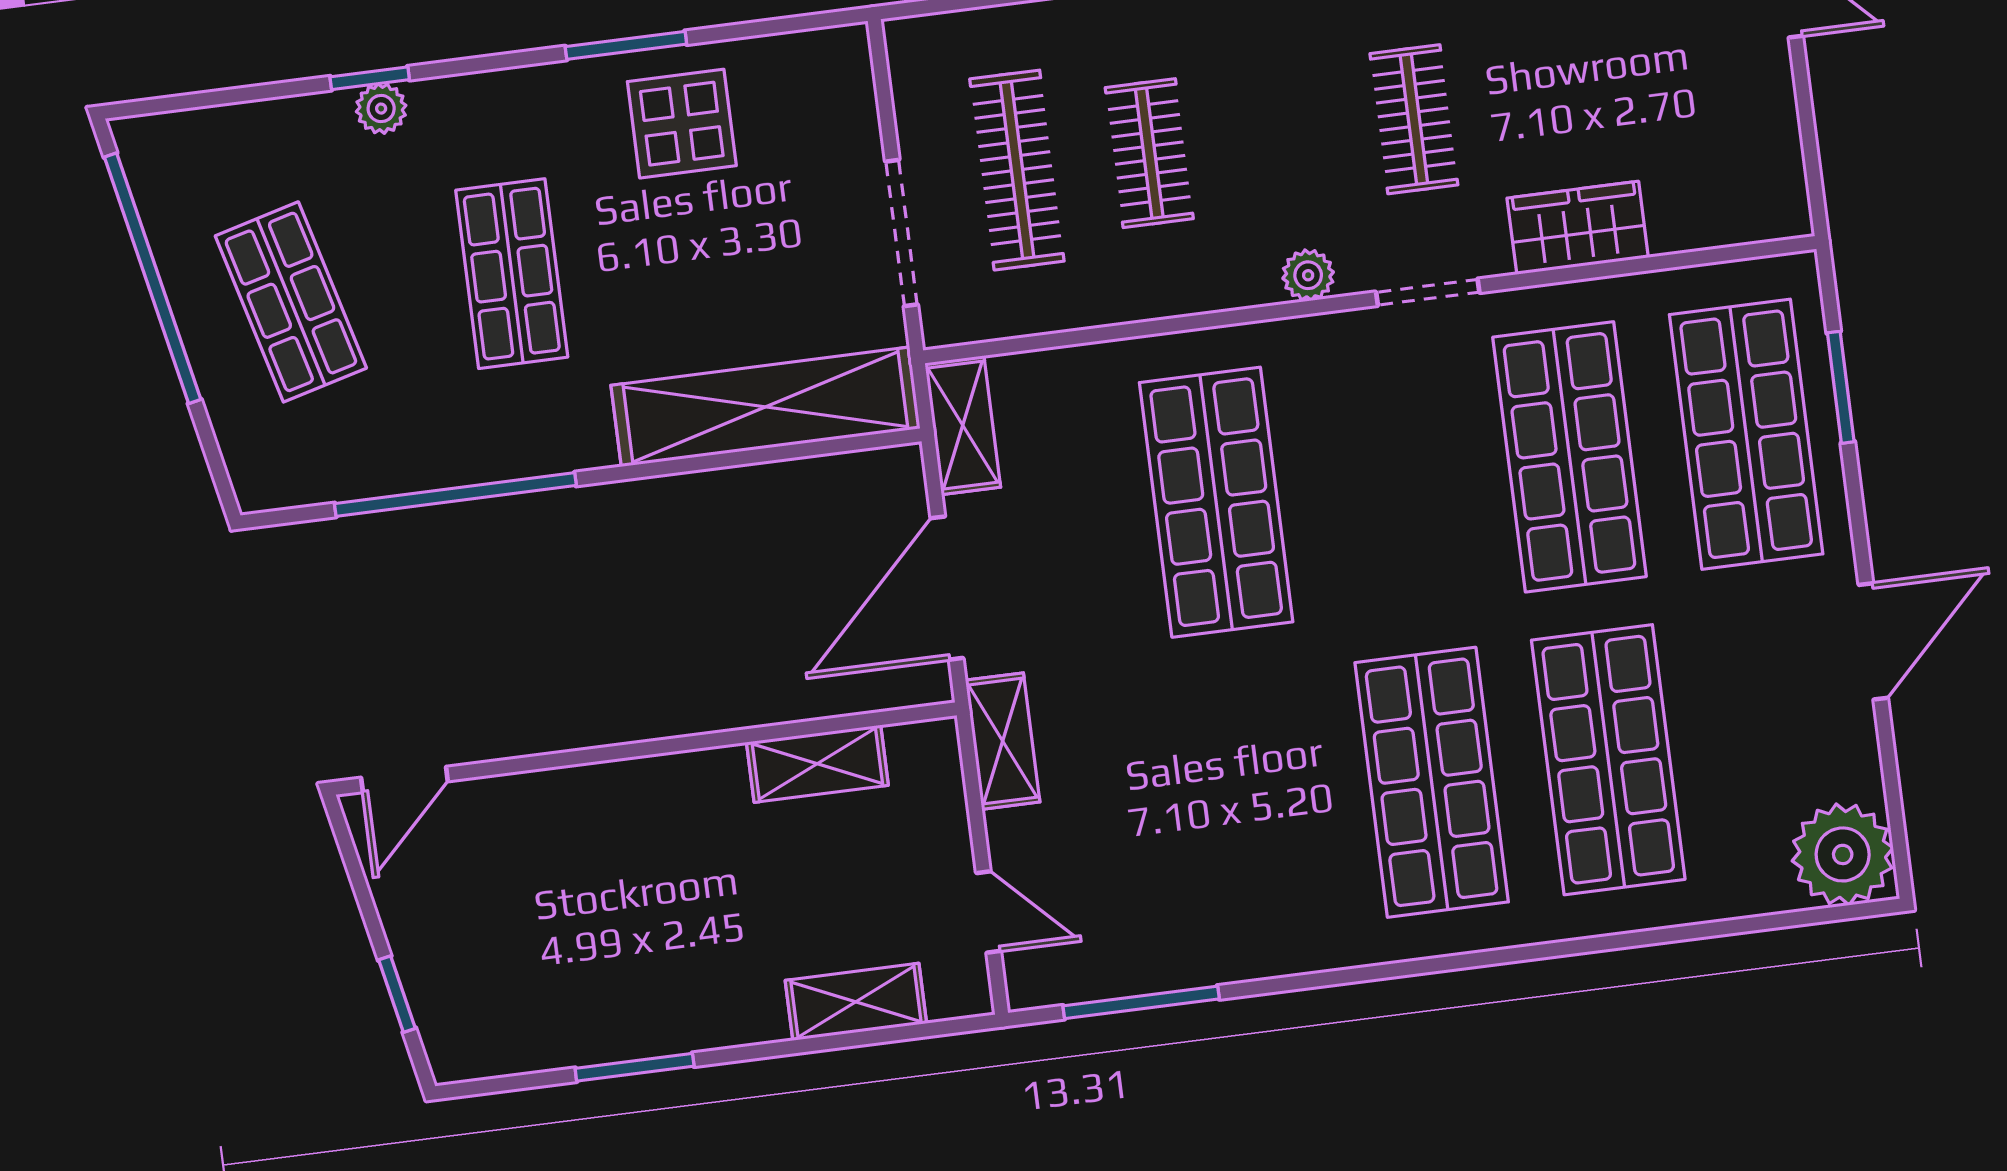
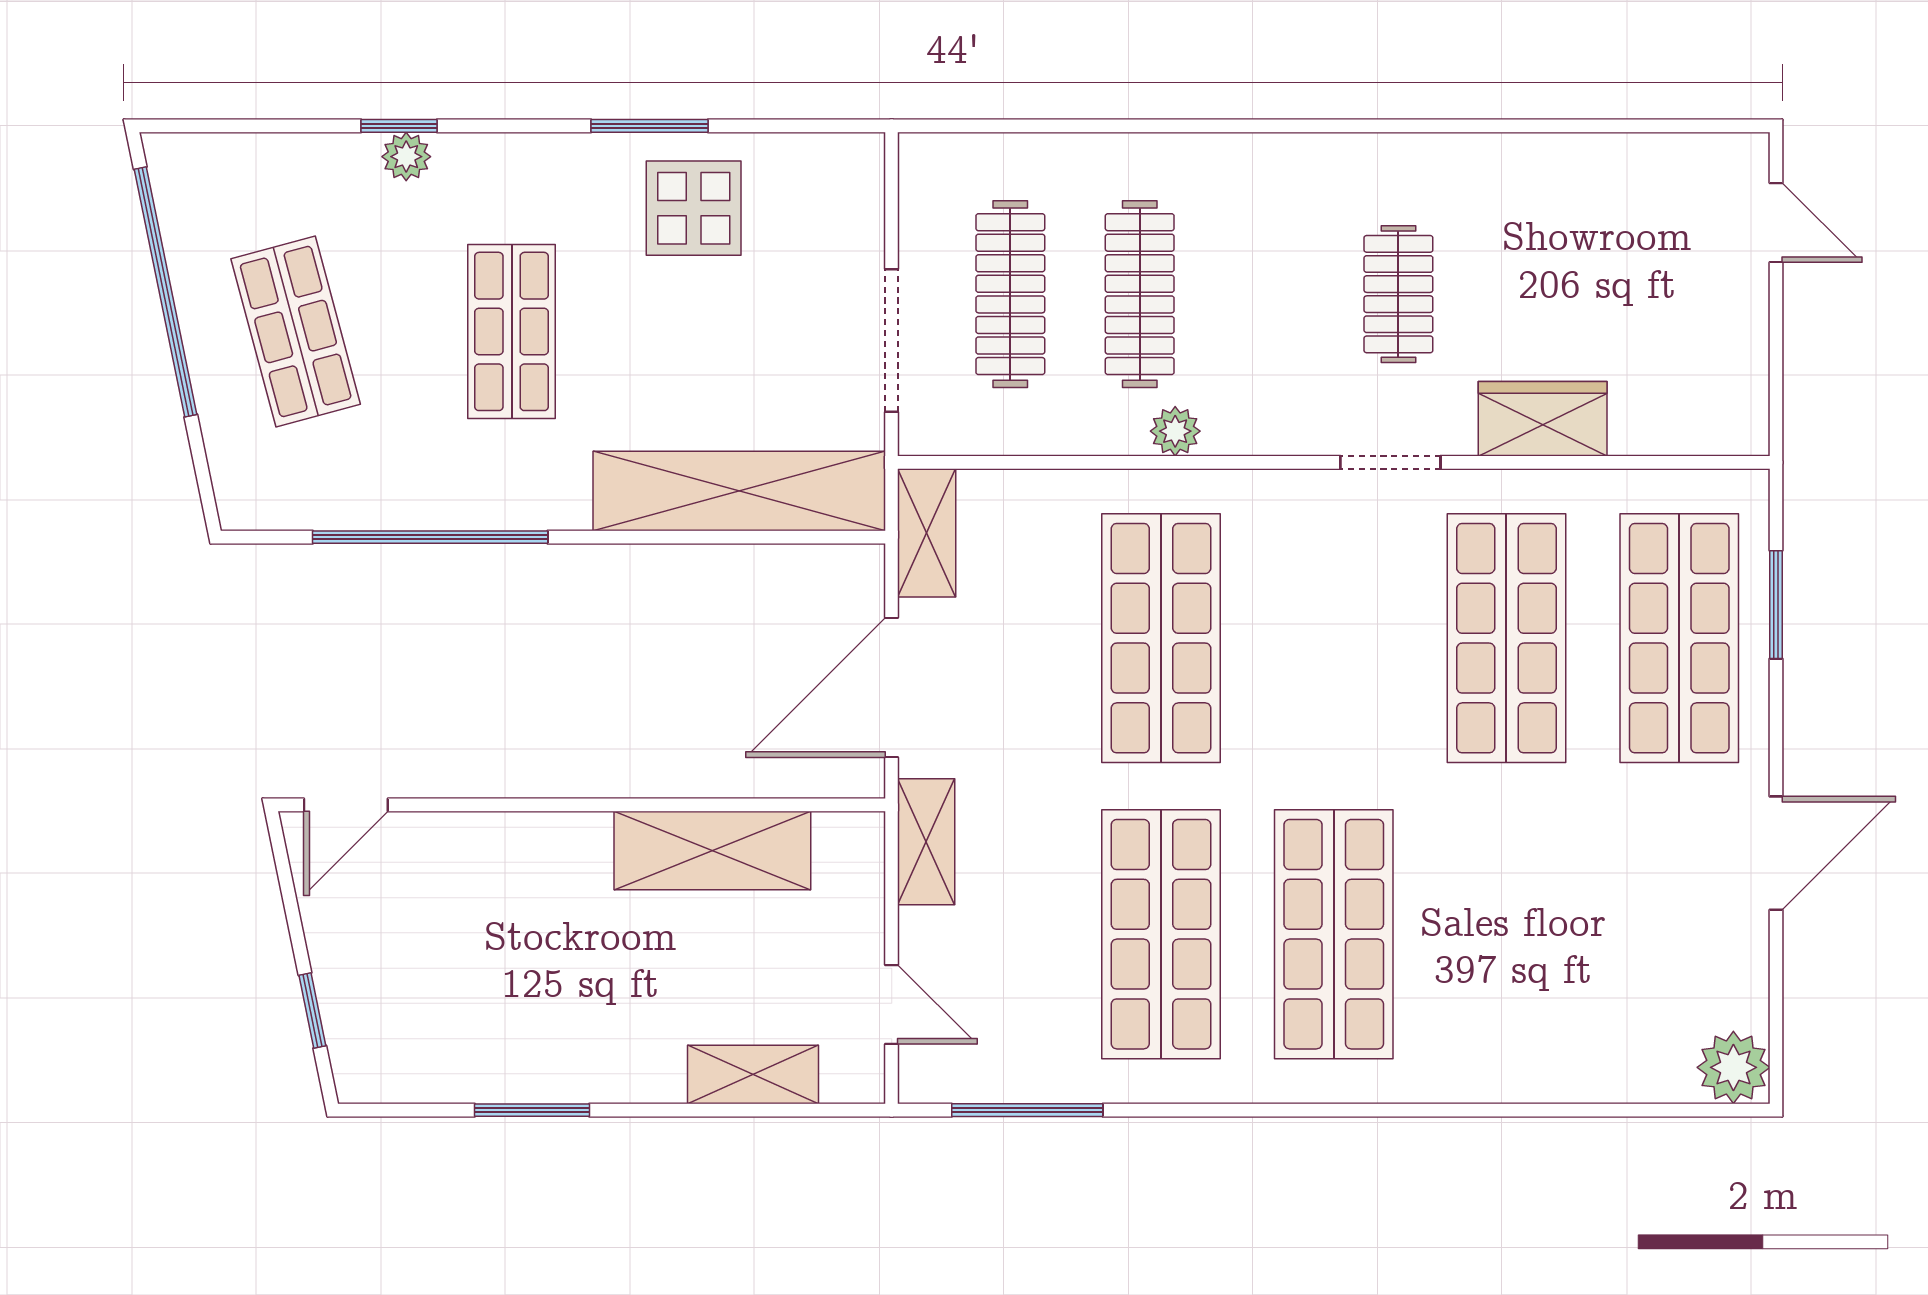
clothes rail: (1149, 153) -> (1140, 294), width x1.36
plant: (1308, 275) -> (1175, 431), moved
shop shelf: (1608, 760) -> (1161, 934), moved
shelving: (817, 764) -> (712, 850), width x1.50, depth x1.33
plant: (1843, 854) -> (1733, 1067), width x0.73, depth x0.73

